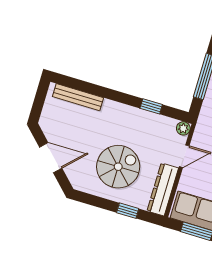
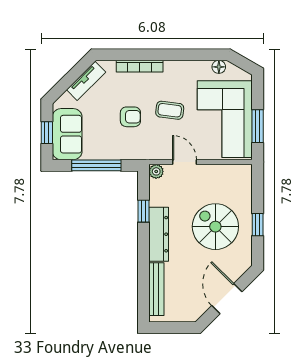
dresser: (163, 189) -> (159, 234), moved, turned -90
window: (128, 211) -> (258, 225), moved

